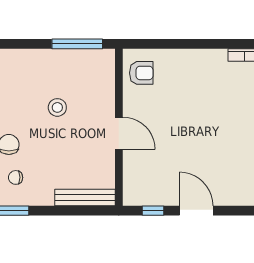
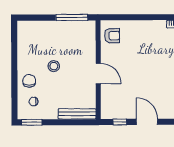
stool: (57, 107) -> (54, 66), moved

